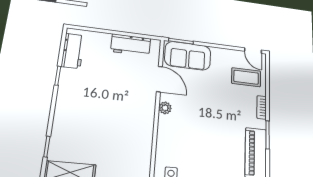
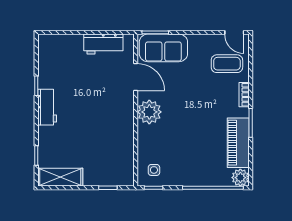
workbench: (73, 51) -> (47, 107), moved
plant: (165, 108) -> (149, 112), width x1.88, depth x1.88

